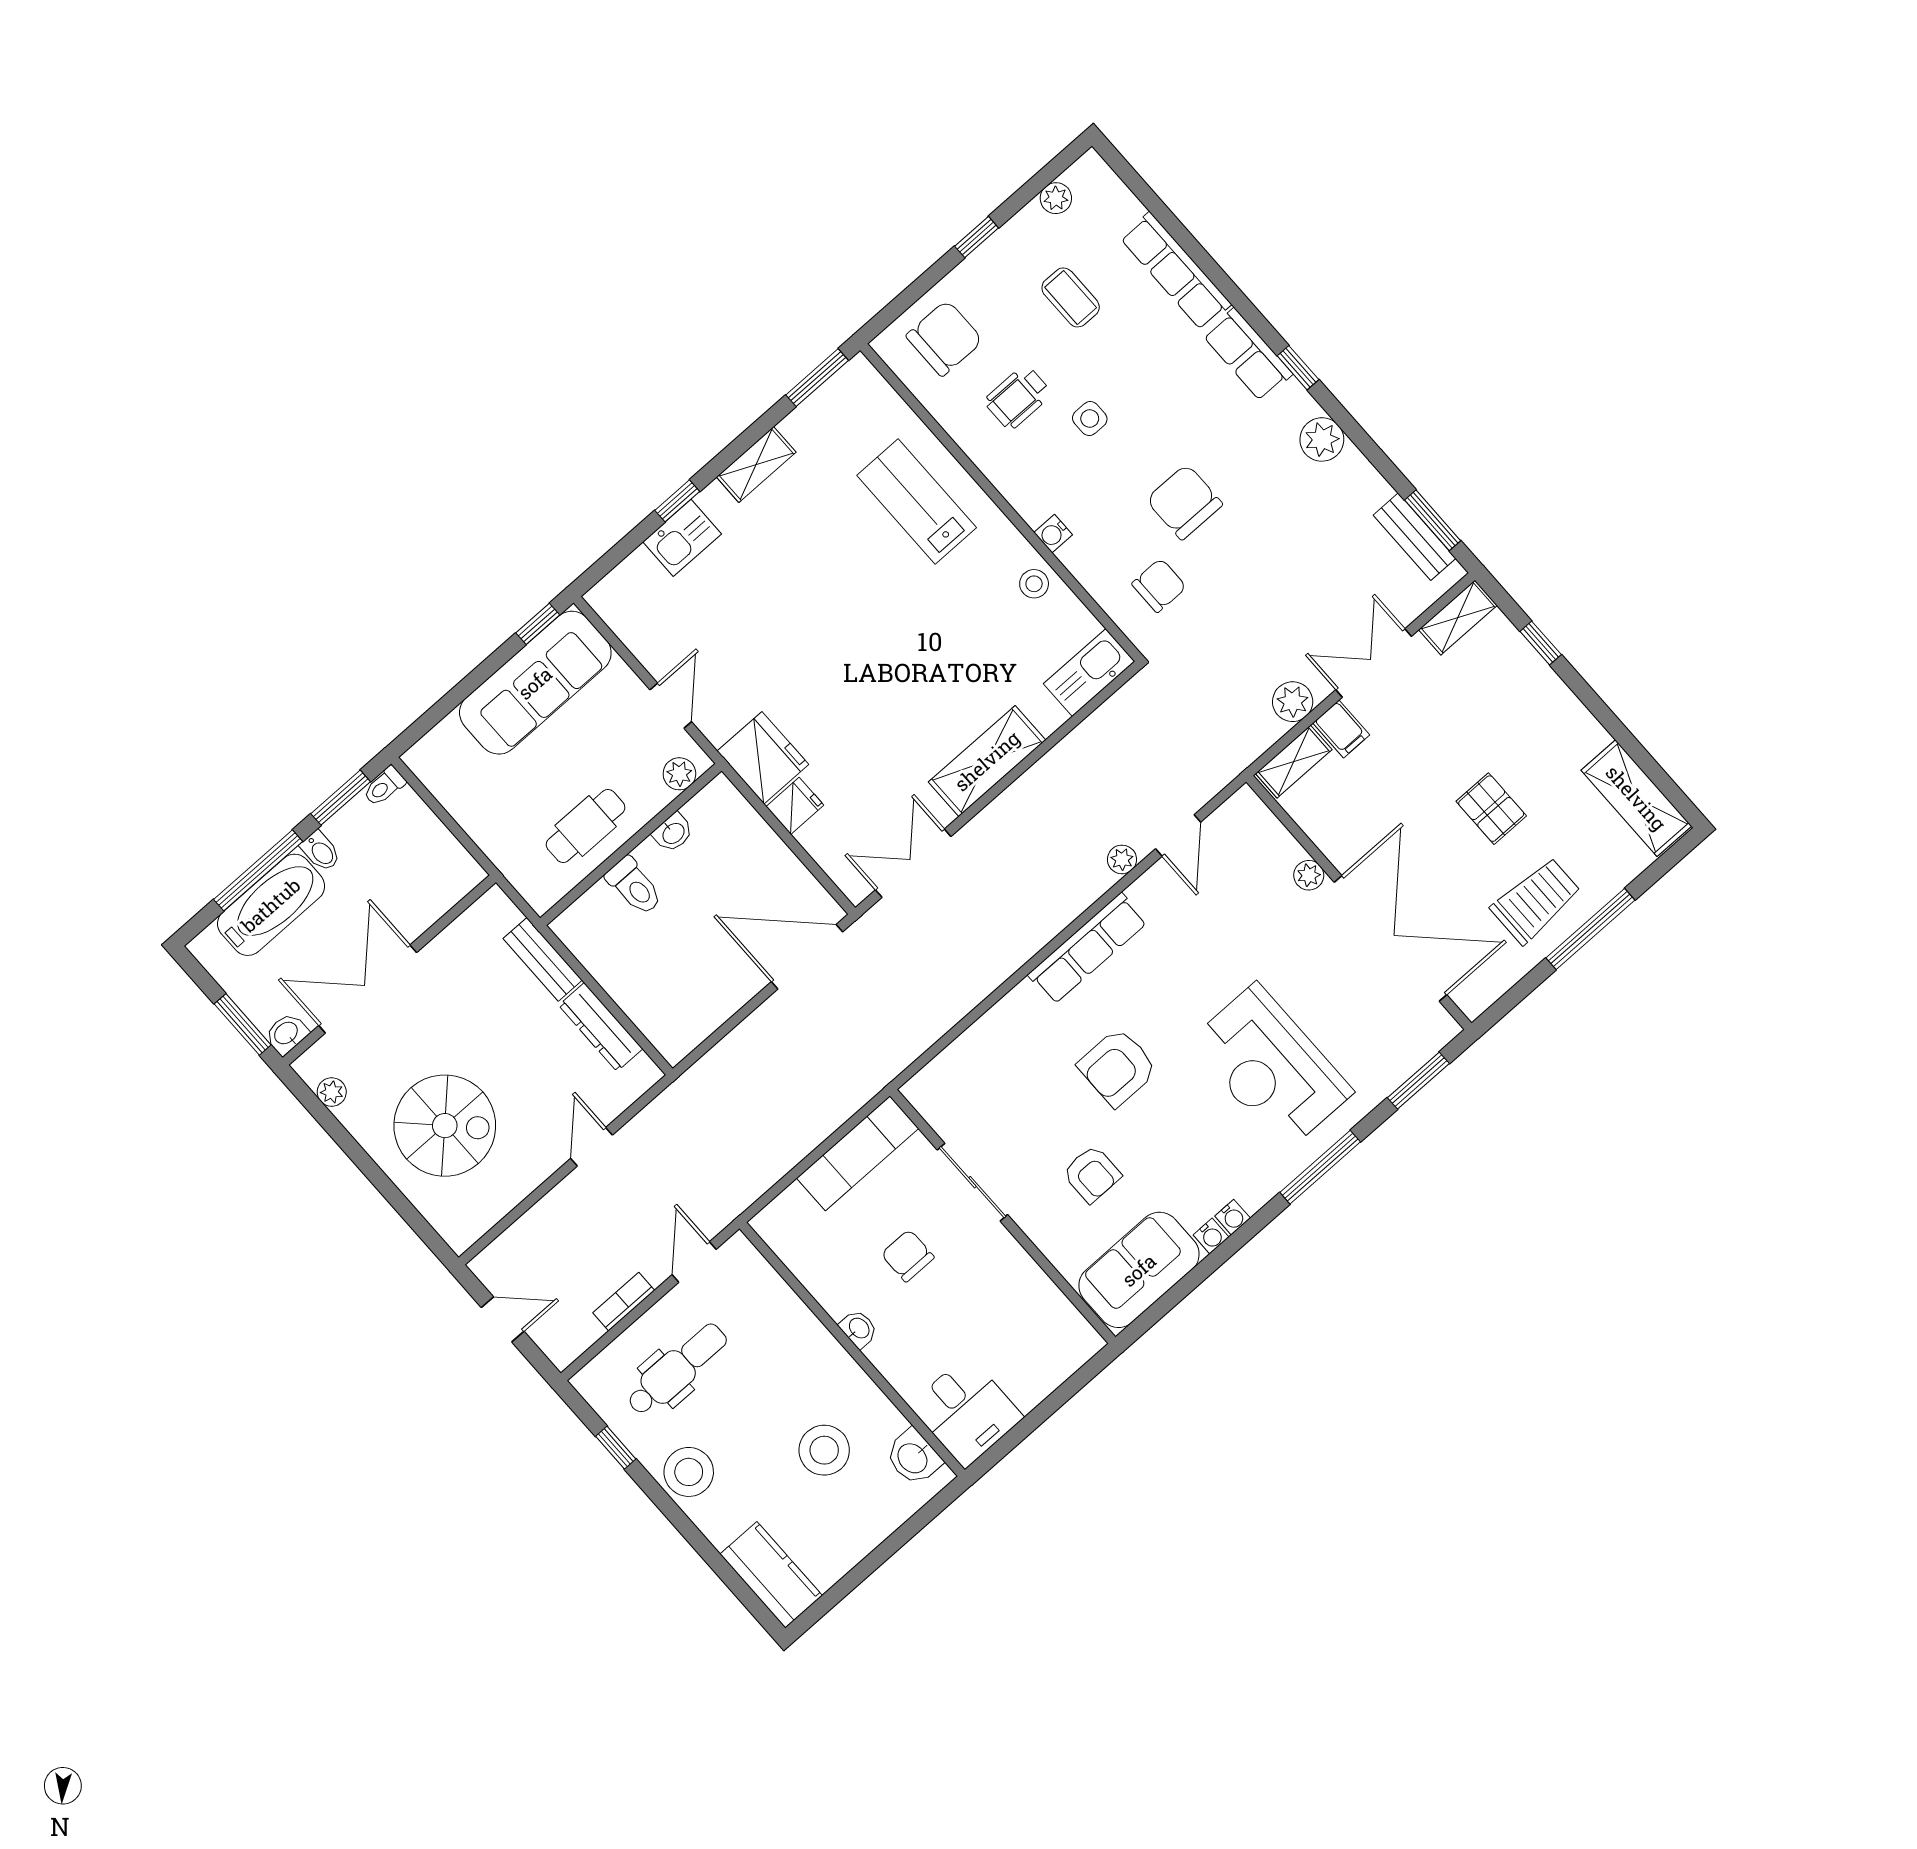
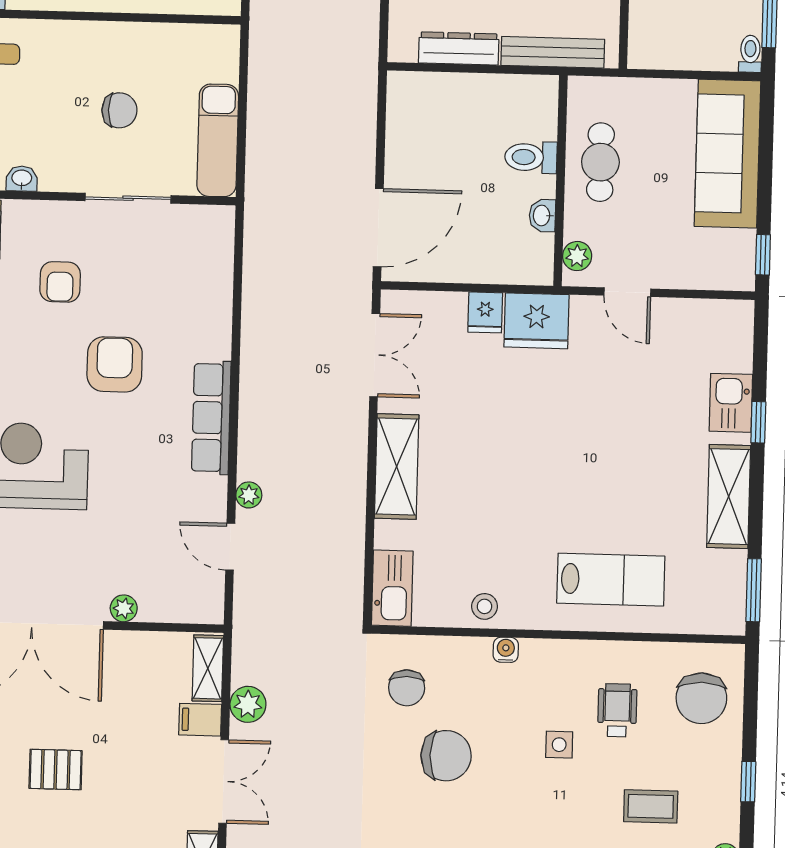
shelving: (756, 464) -> (729, 497), width x1.50, depth x1.33
sofa: (535, 683) -> (728, 154), moved
bench: (543, 959) -> (553, 52), width x1.36
armchair: (1092, 1174) -> (60, 282), turned -90
washbasin: (859, 1329) -> (22, 179), moved, turned 180

